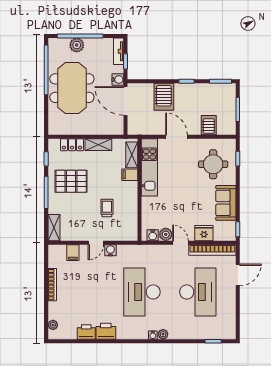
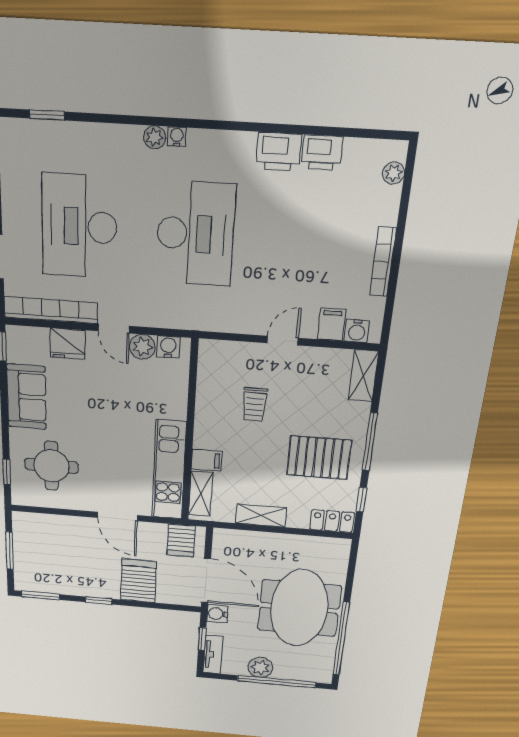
plant: (77, 45) -> (260, 667), moved
server rack: (209, 125) -> (181, 540), moved
locker: (72, 145) -> (332, 521), moved
water cooler: (110, 250) -> (357, 331), moved

